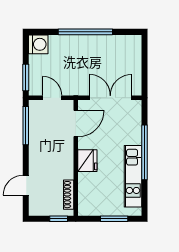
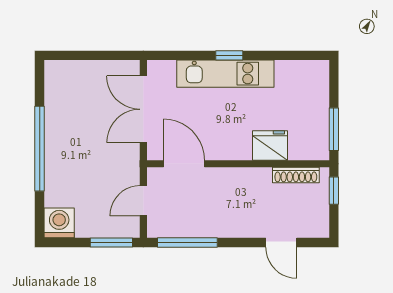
window: (145, 152) -> (229, 55), width x0.32
fridge: (87, 161) -> (270, 145), moved
kitchen unit: (133, 176) -> (225, 74), moved
window: (114, 219) -> (334, 129), moved

